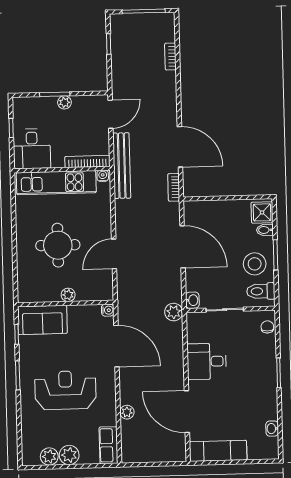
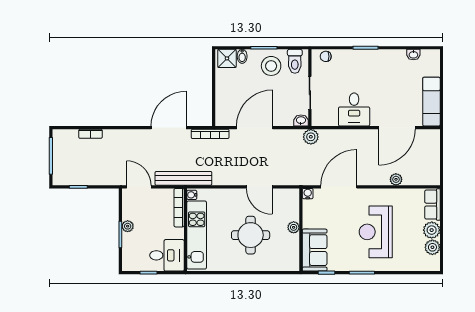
bookcase: (174, 187) -> (210, 134), width x1.56
row of seats: (109, 445) -> (432, 205), moved, turned 90

